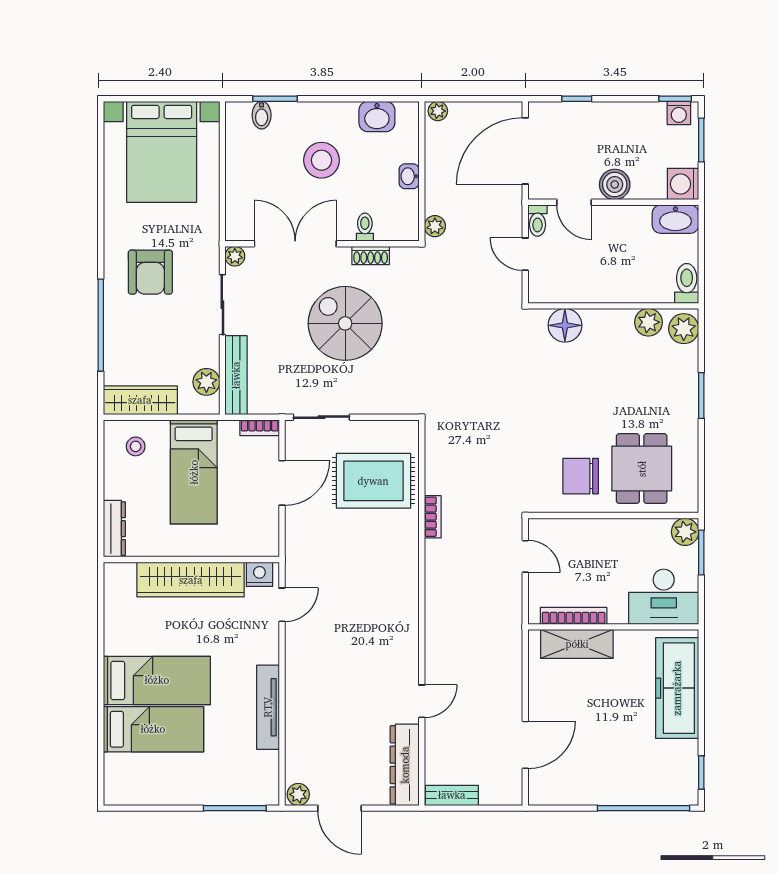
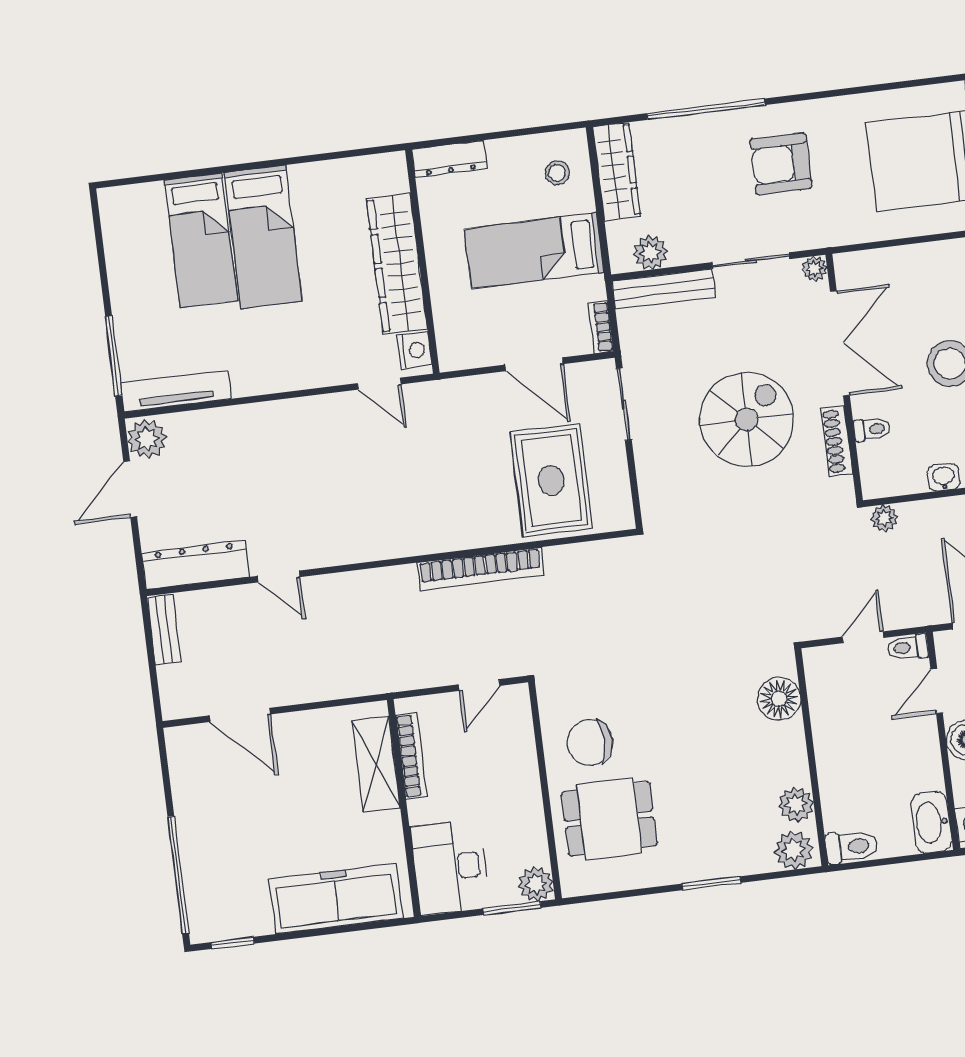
shoe rack: (371, 255) -> (837, 441), width x1.43
chair: (581, 476) -> (590, 743), turned -90
bookcase: (433, 517) -> (480, 569), width x2.31, depth x1.31
tv unit: (268, 707) -> (176, 391), moved
plant: (298, 794) -> (147, 439), width x1.38, depth x1.38

